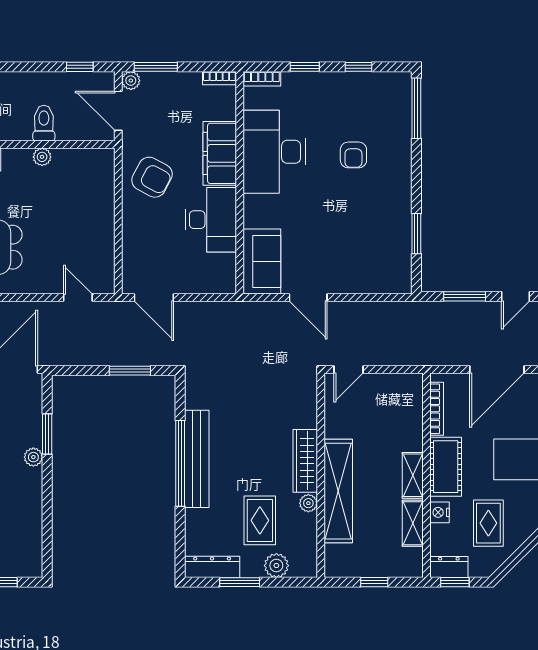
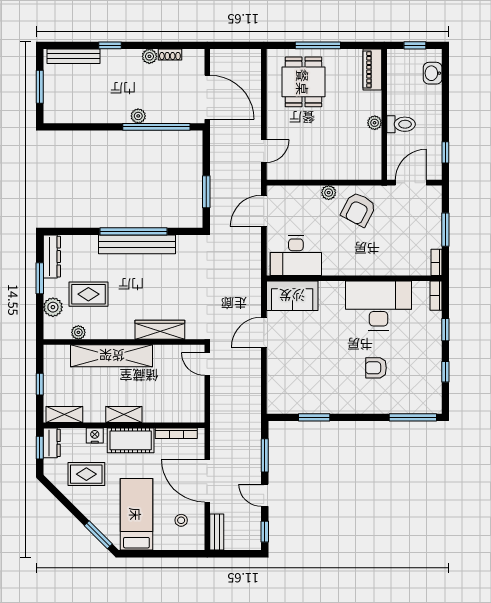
window: (156, 67) -> (445, 230), moved
plant: (131, 81) -> (329, 193), moved
filing cabinet: (220, 153) -> (377, 263), removed
desk: (211, 220) -> (296, 256), moved
window: (47, 434) -> (156, 127), width x2.11
wardrobe: (305, 461) -> (160, 330), moved
plant: (308, 503) -> (78, 332), moved
shelving: (413, 523) -> (64, 414), moved

